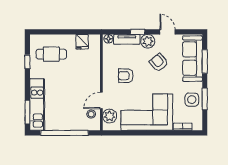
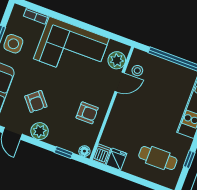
window: (138, 32) -> (64, 153), moved
tv unit: (127, 39) -> (63, 142), removed
dishwasher: (95, 41) -> (102, 154), added
armchair: (126, 76) -> (87, 113), moved

